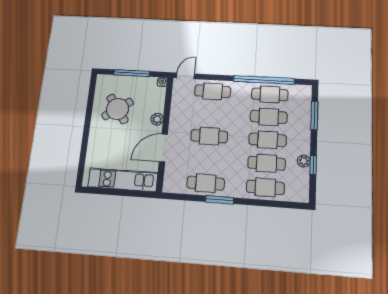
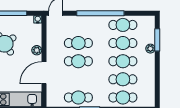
window: (264, 80) -> (100, 13), moved
cafe table: (213, 91) -> (78, 43), moved
plant: (304, 161) -> (150, 49), moved
window: (313, 165) -> (157, 78), removed

